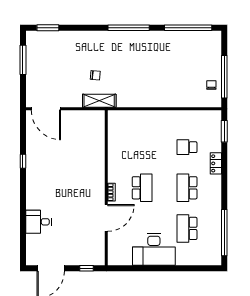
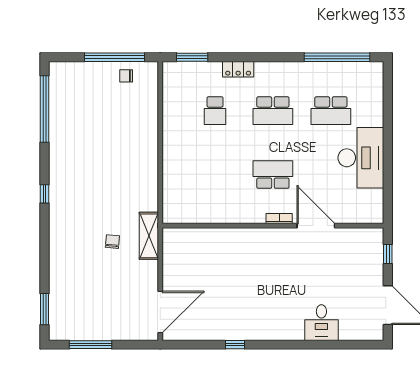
window: (129, 28) -> (45, 194), width x0.32

